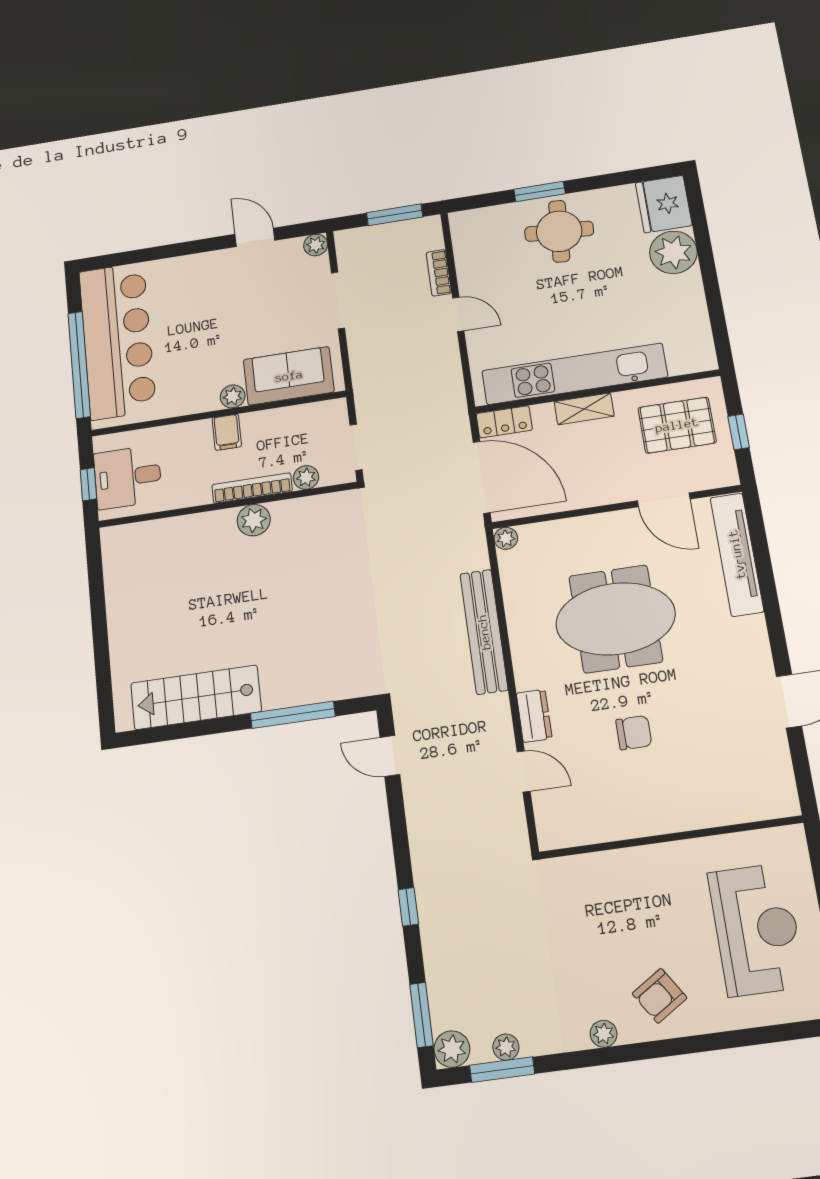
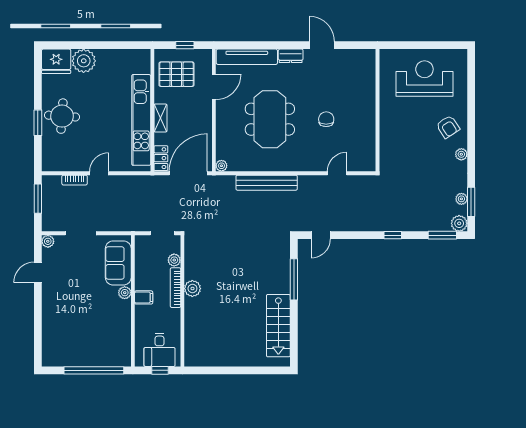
bar counter: (117, 341) -> (84, 349), removed
pallet: (677, 425) -> (176, 74), turned 90
dresser: (534, 716) -> (291, 56), moved, turned 180

